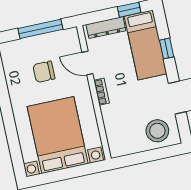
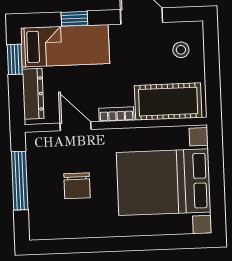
door: (87, 63) -> (76, 126), swing flipped
cot: (118, 128) -> (168, 102), added
stool: (157, 131) -> (181, 50), width x0.53, depth x0.53

